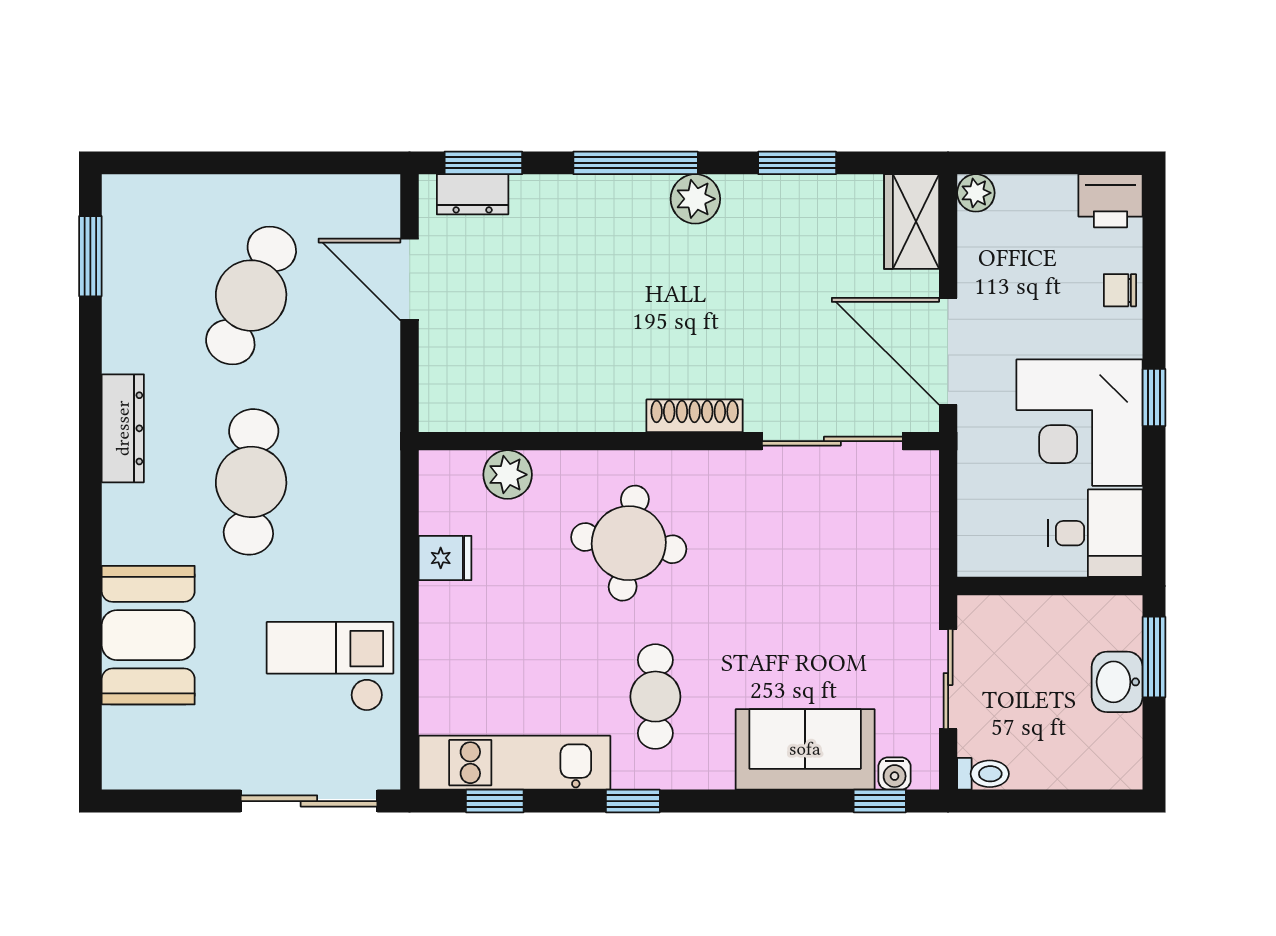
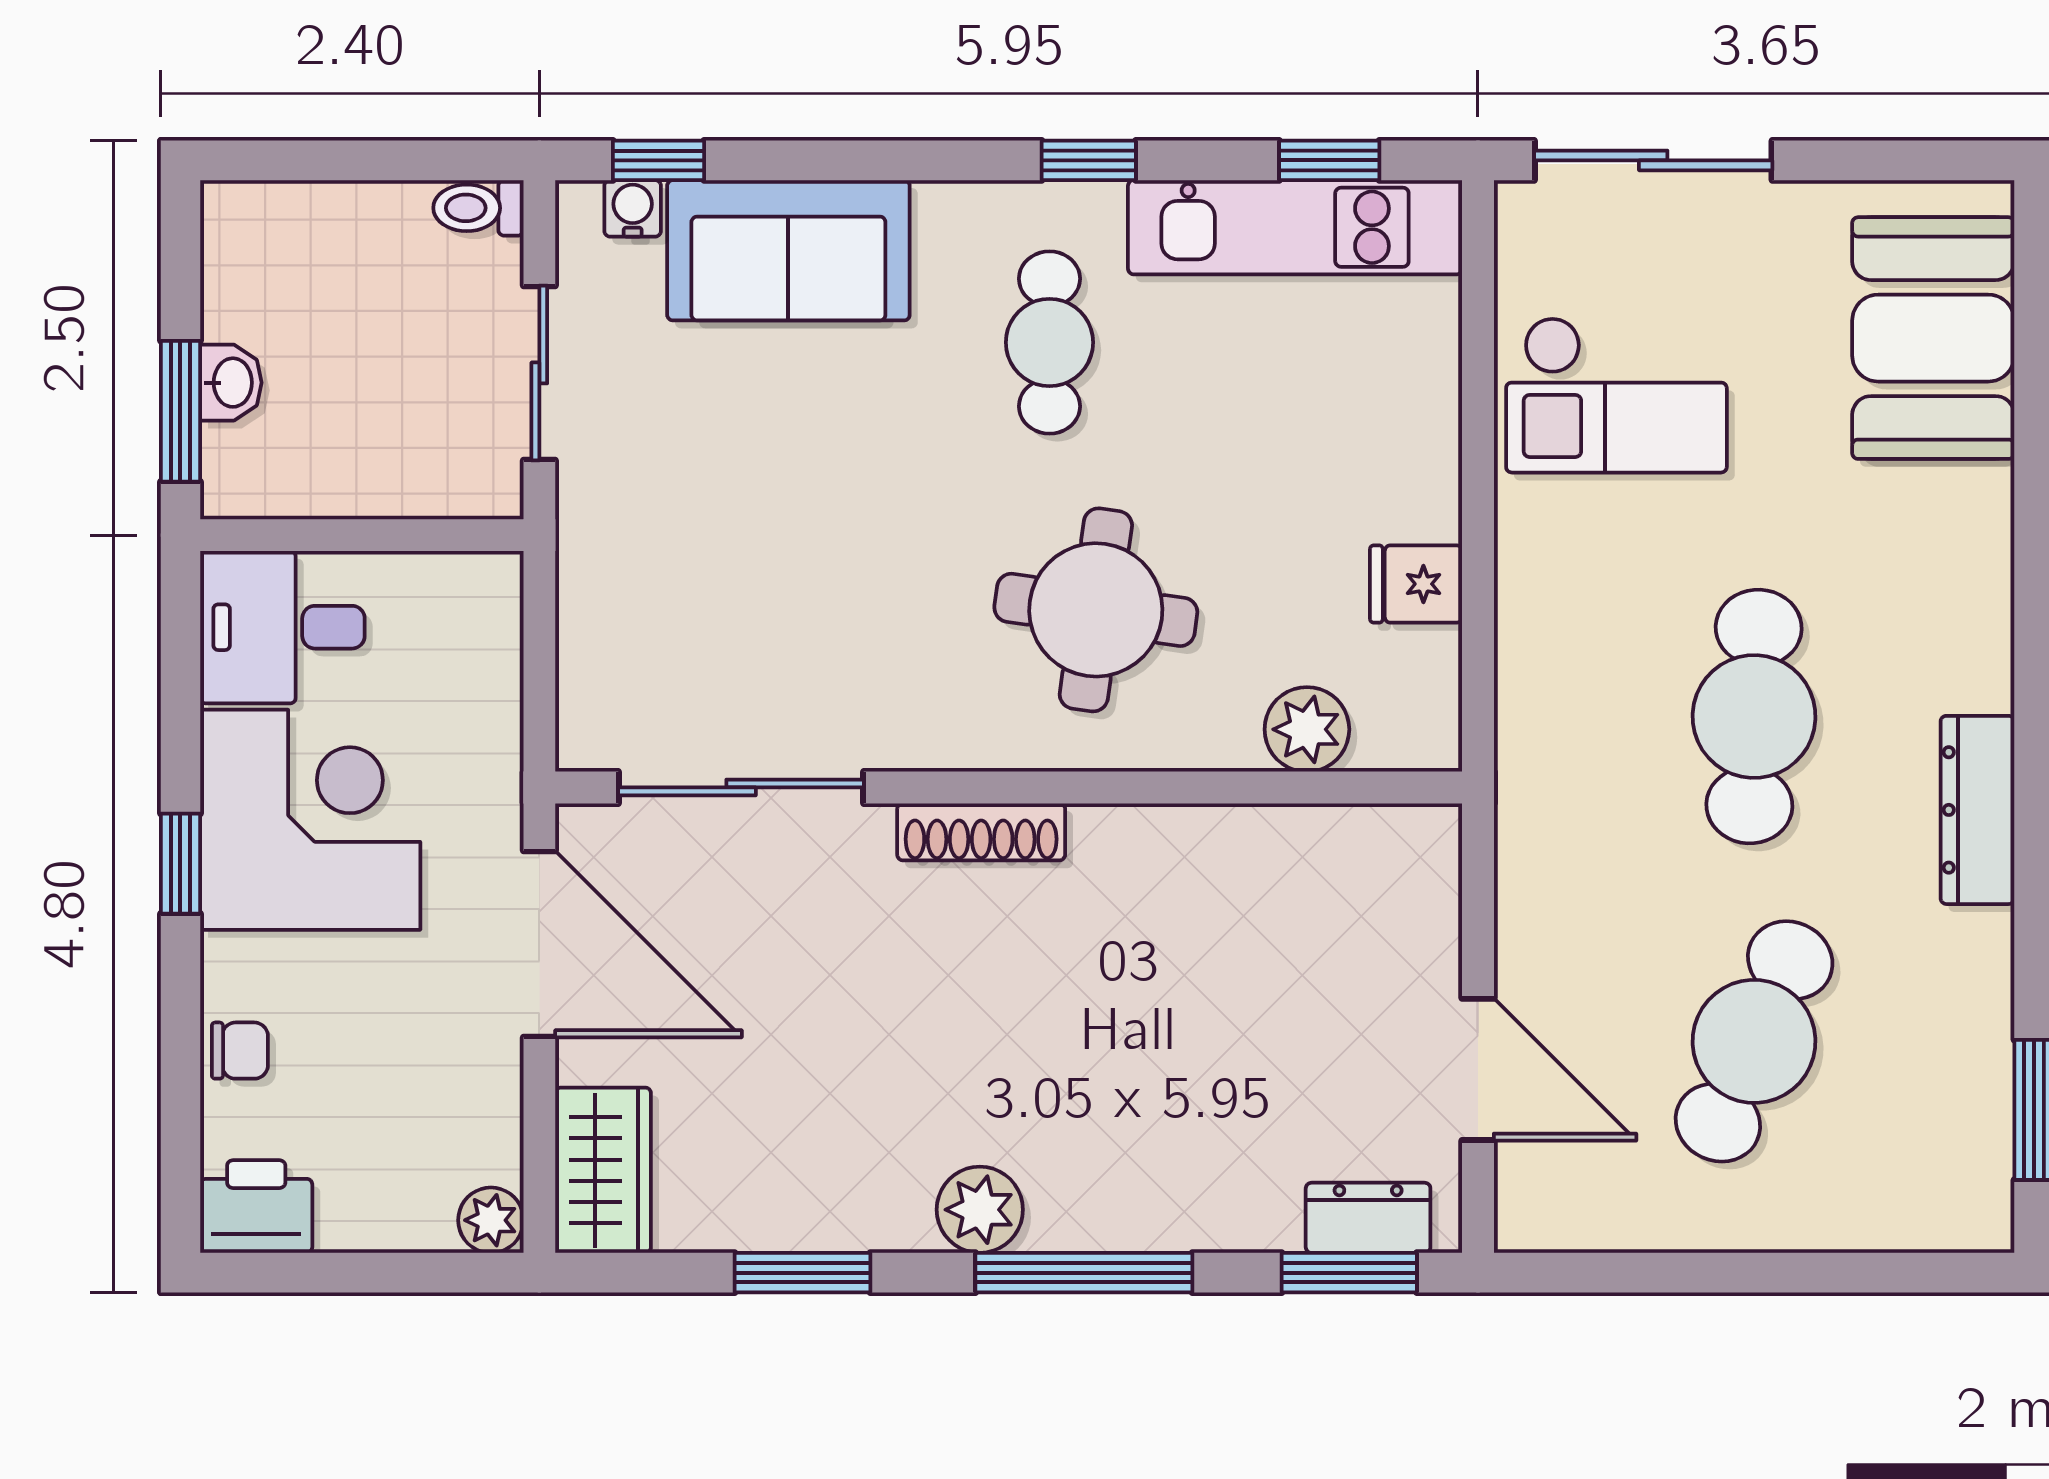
booth: (148, 635) -> (1933, 338), moved
washbasin: (1117, 682) -> (231, 383), width x0.72, depth x0.69

